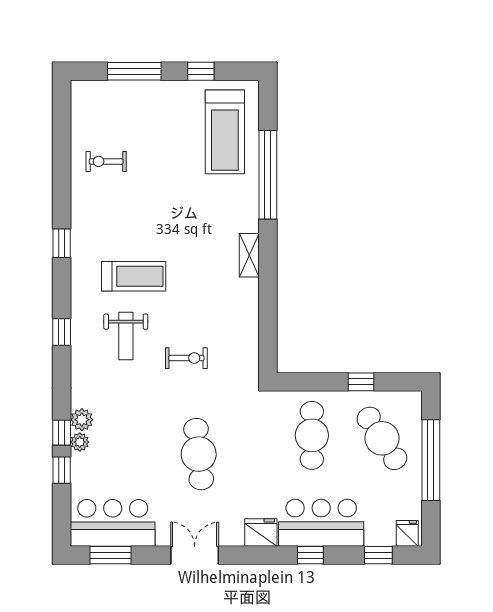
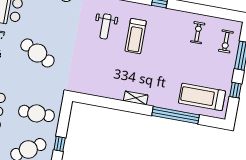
weight bench: (126, 336) -> (105, 26), turned -90
exercise bike: (186, 358) -> (226, 41), moved
cafe table: (199, 454) -> (37, 53), turned 33

